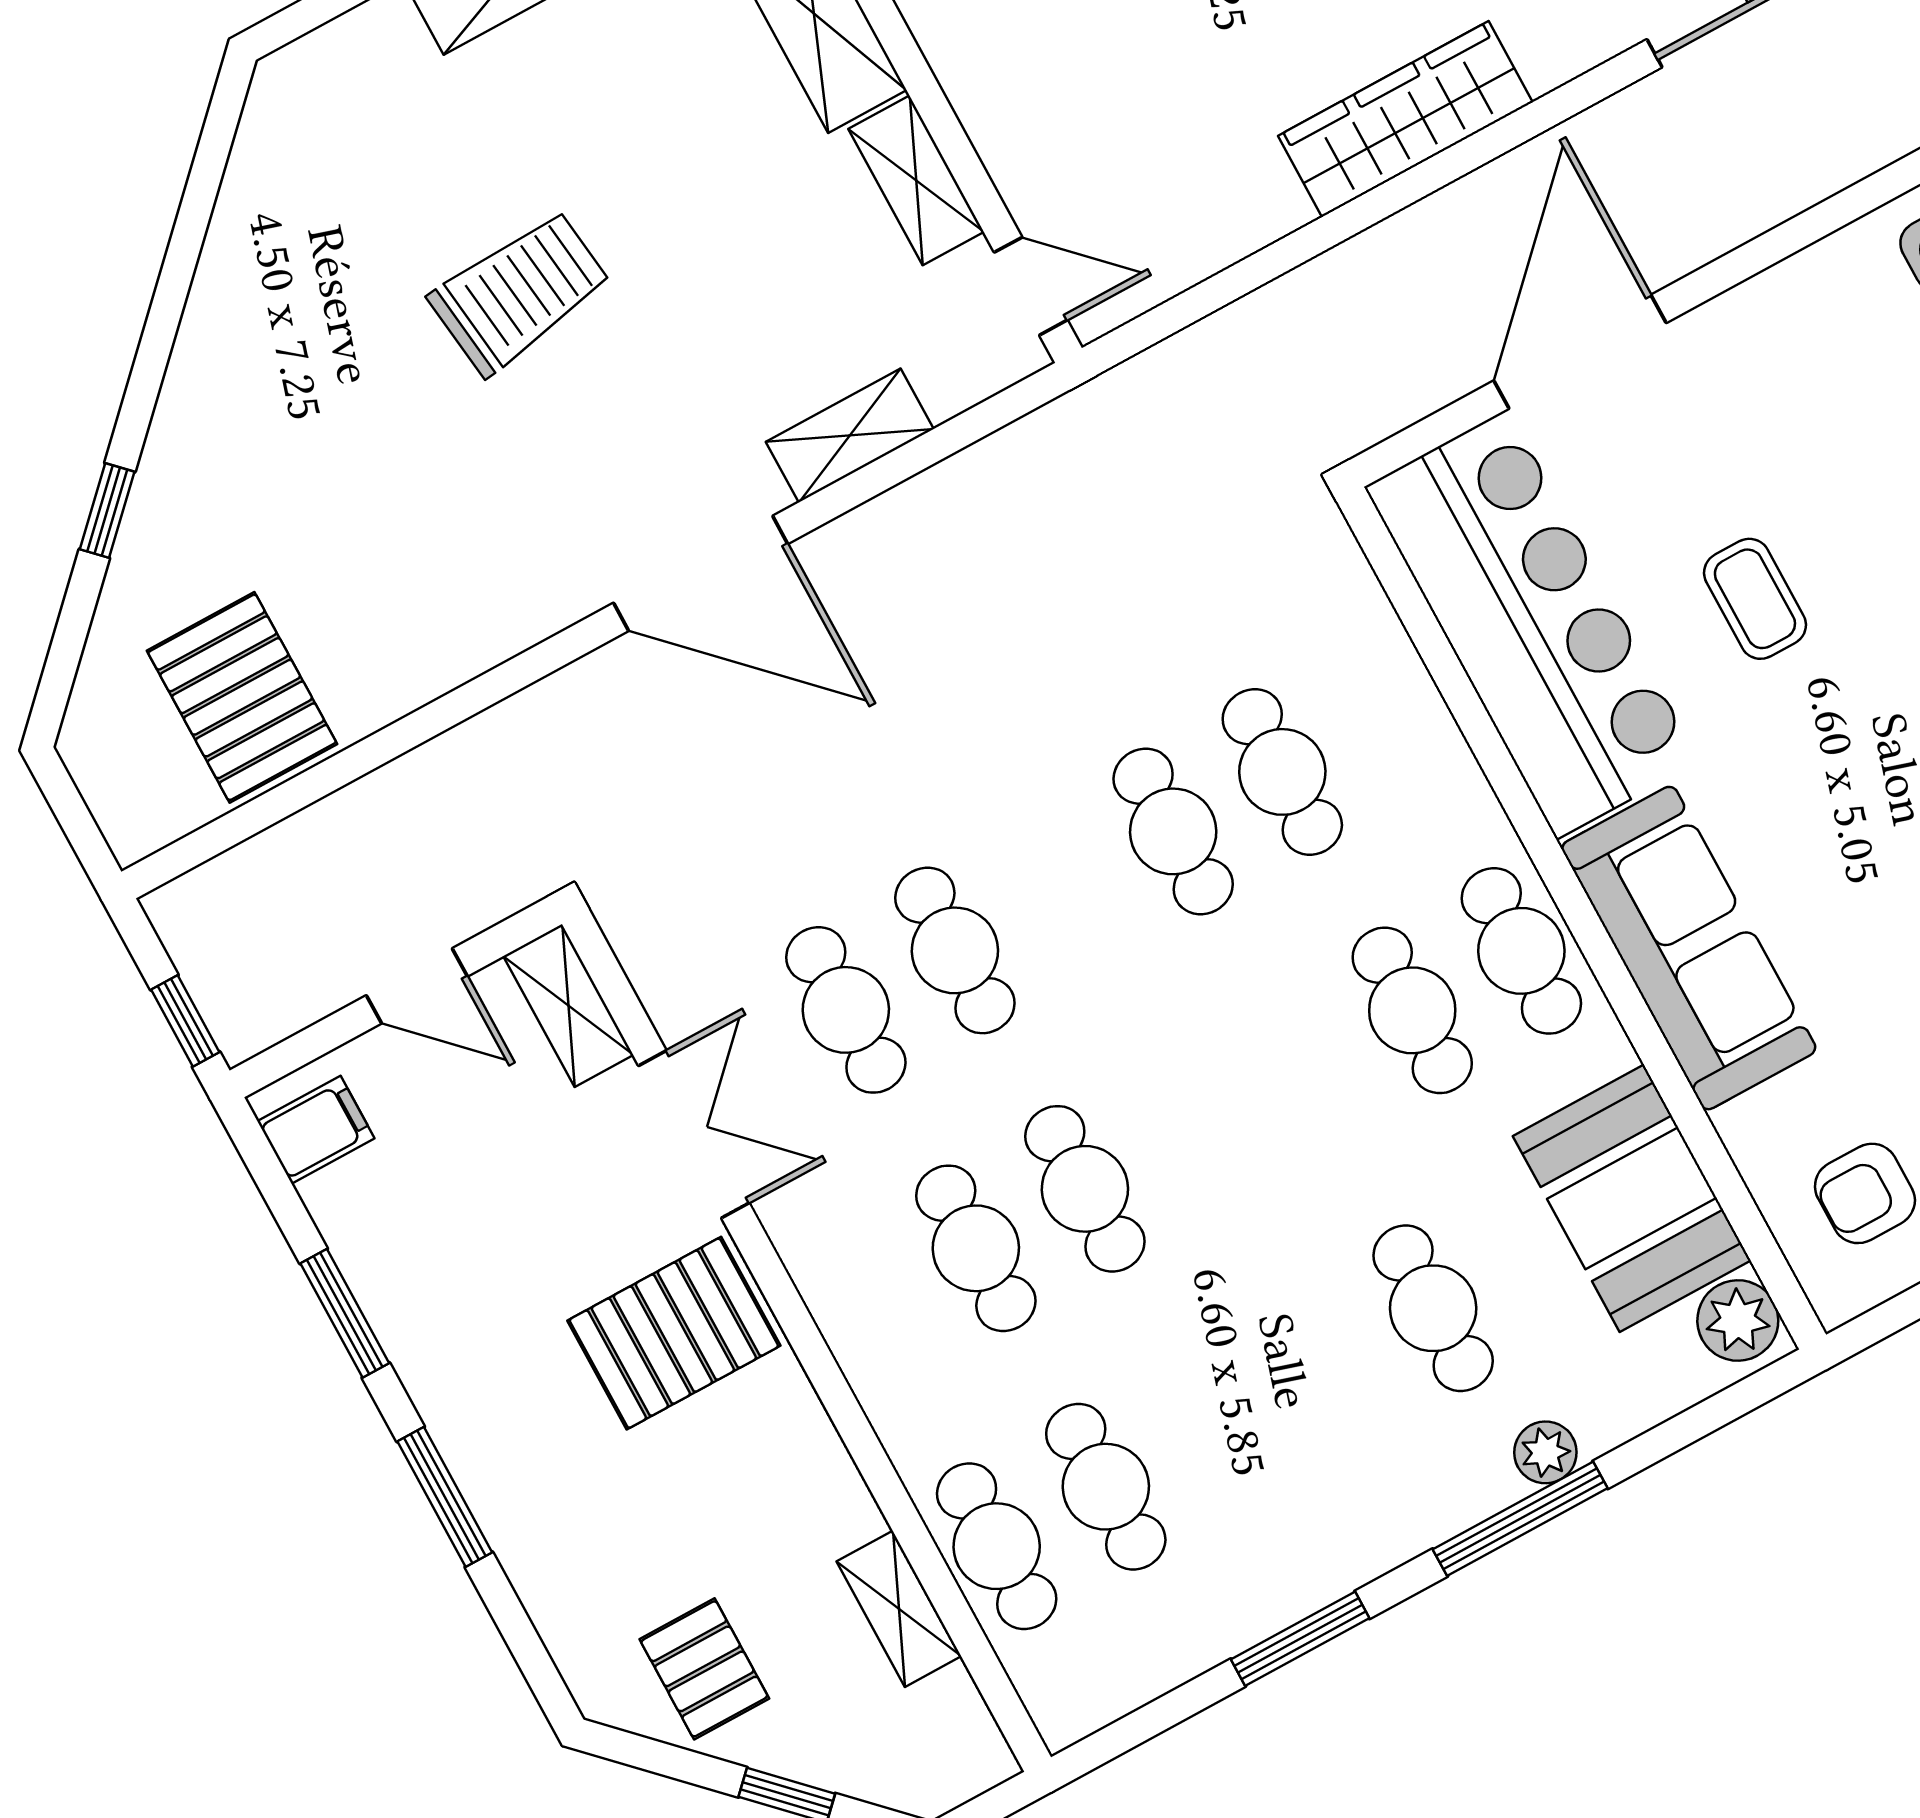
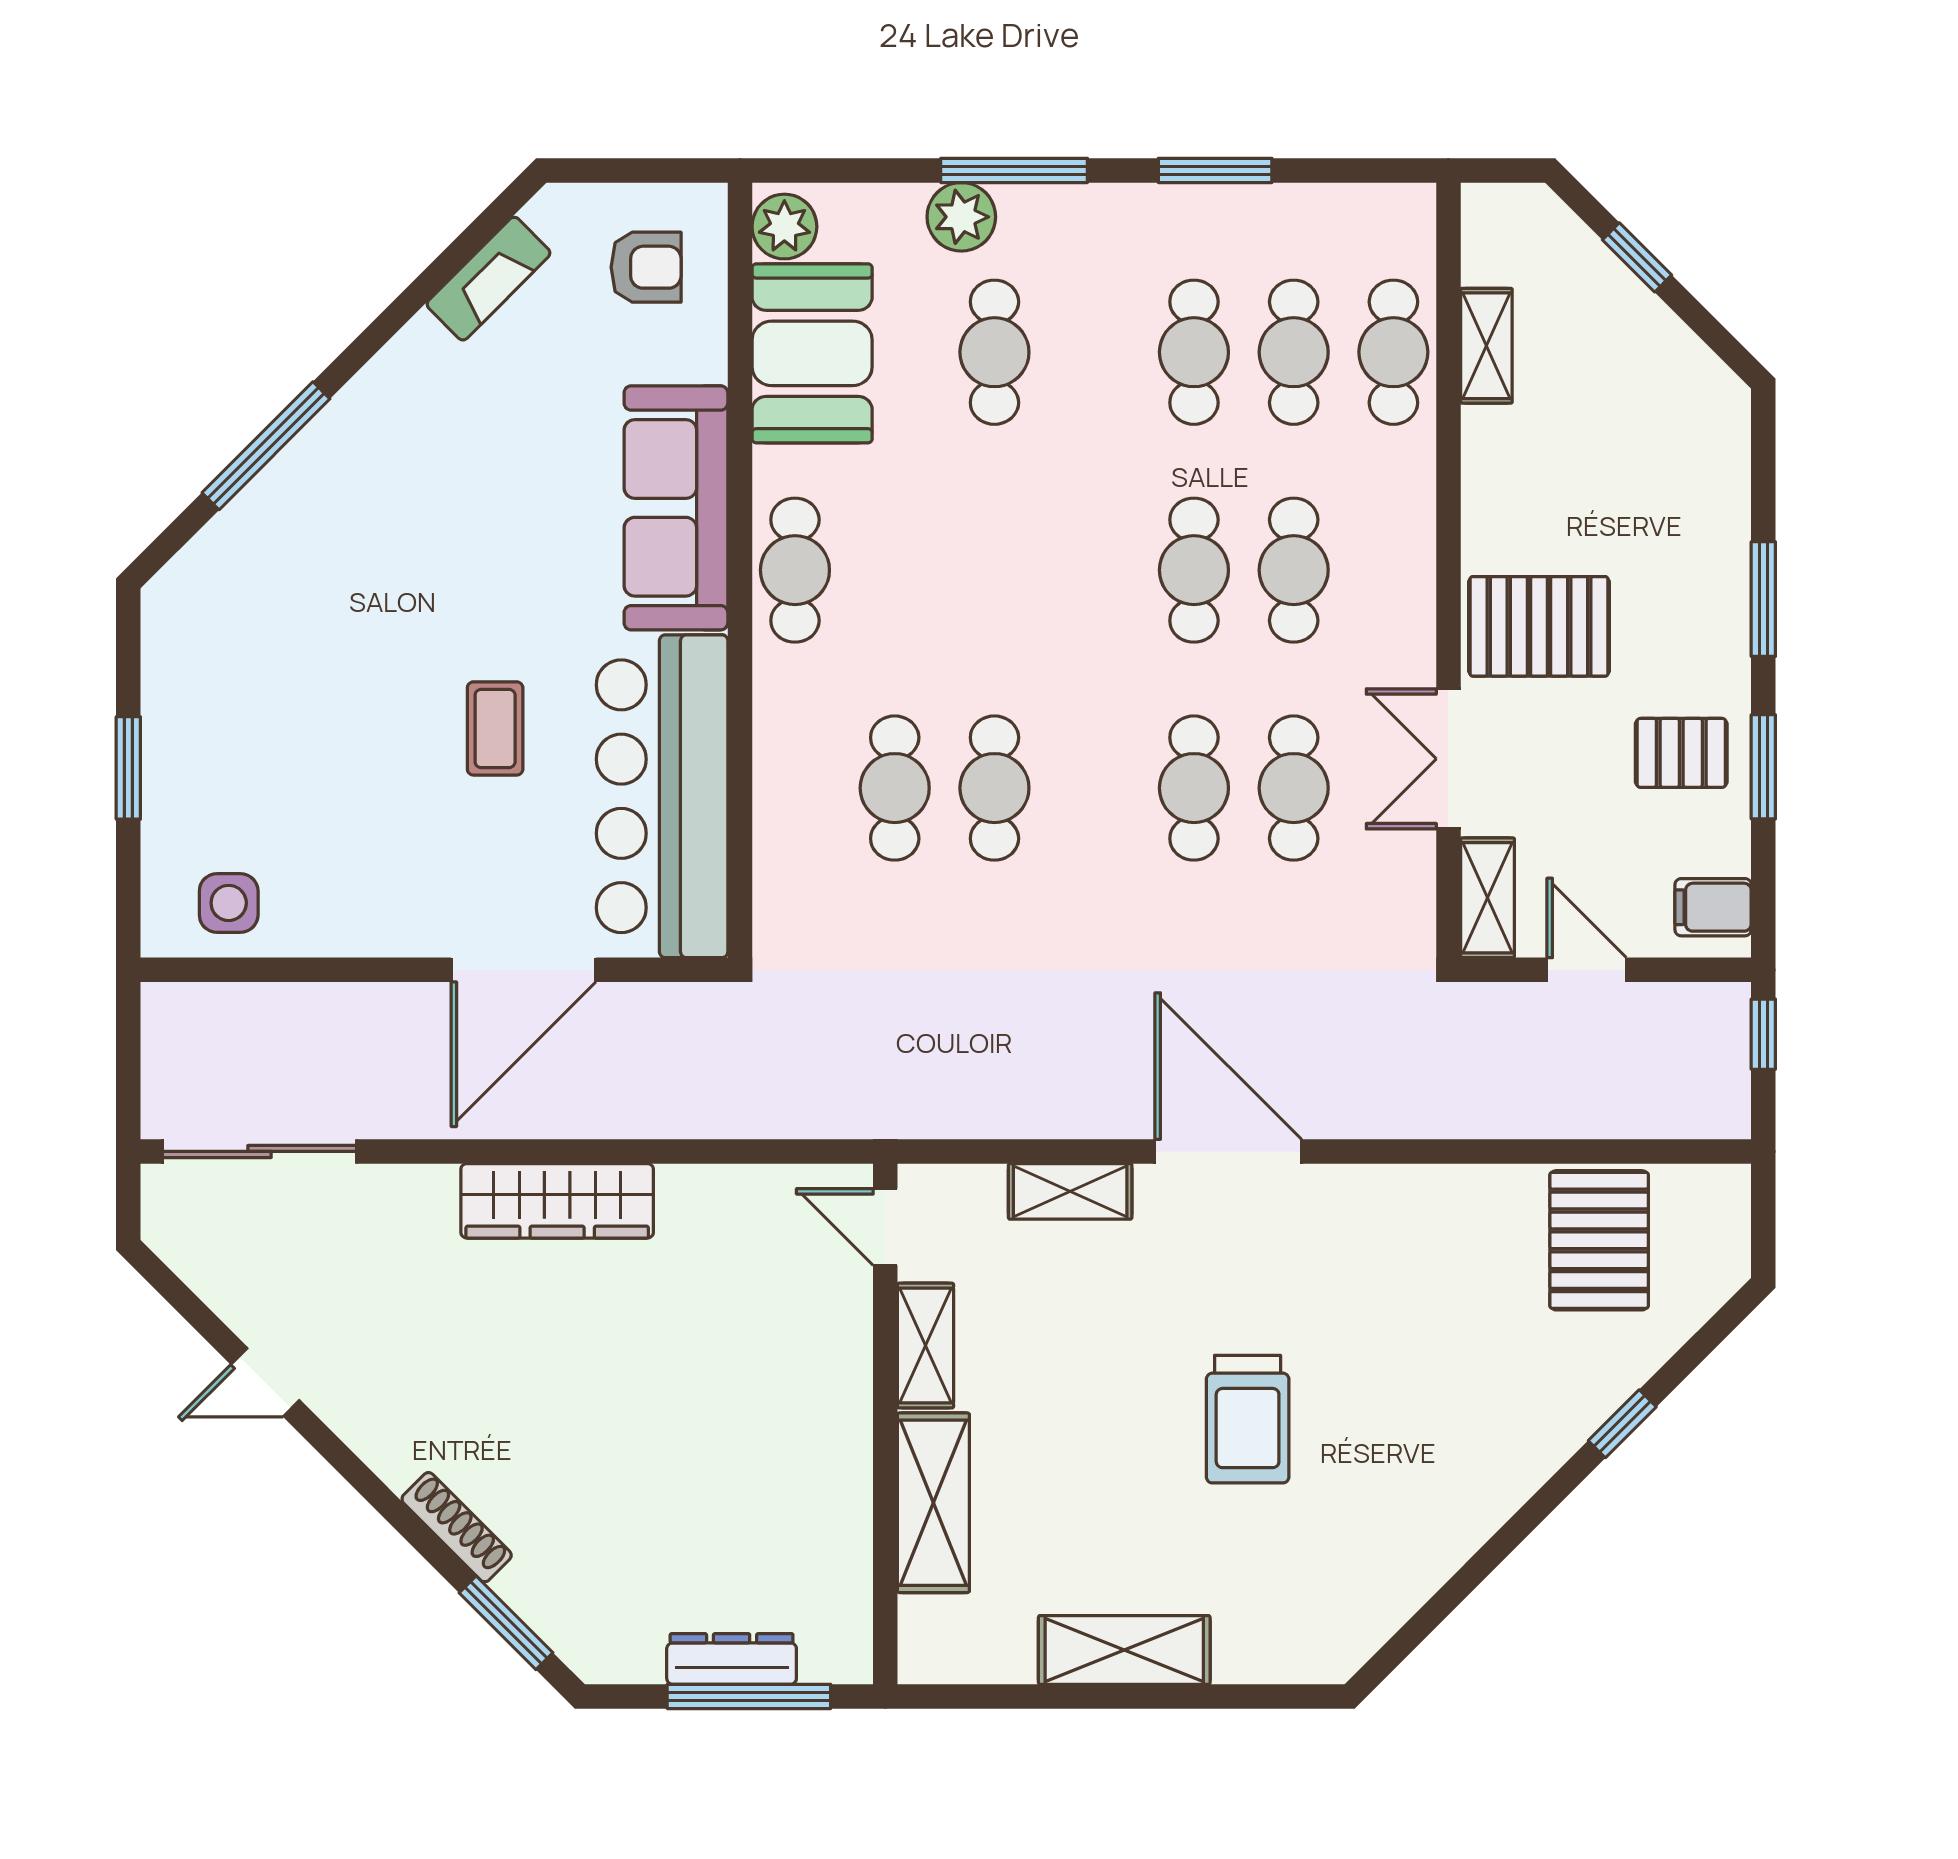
trolley: (520, 292) -> (1248, 1419), turned -83
cafe table: (1412, 1010) -> (1194, 352), moved
plant: (1545, 1452) -> (961, 217), width x1.38, depth x1.38
pallet: (704, 1669) -> (1681, 753), moved, turned 90

